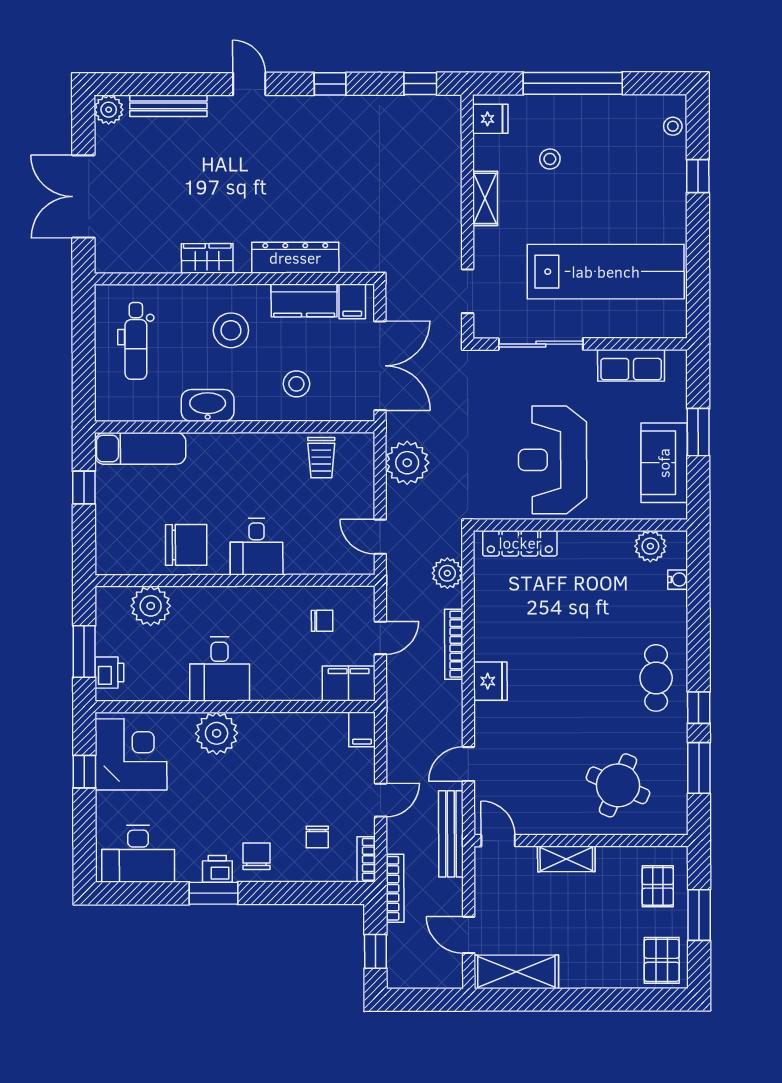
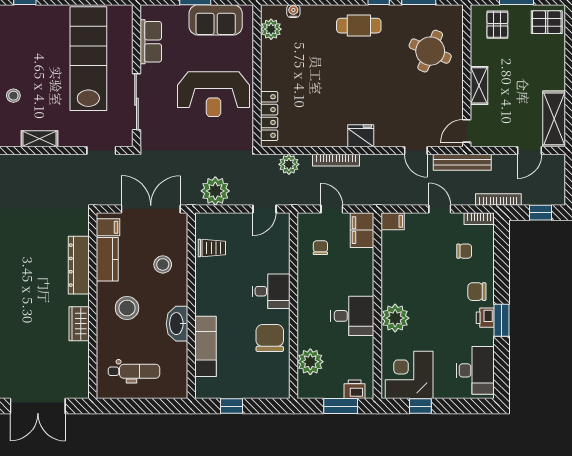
exam couch: (140, 448) -> (205, 346), moved
pallet: (658, 886) -> (497, 25), turned 90

